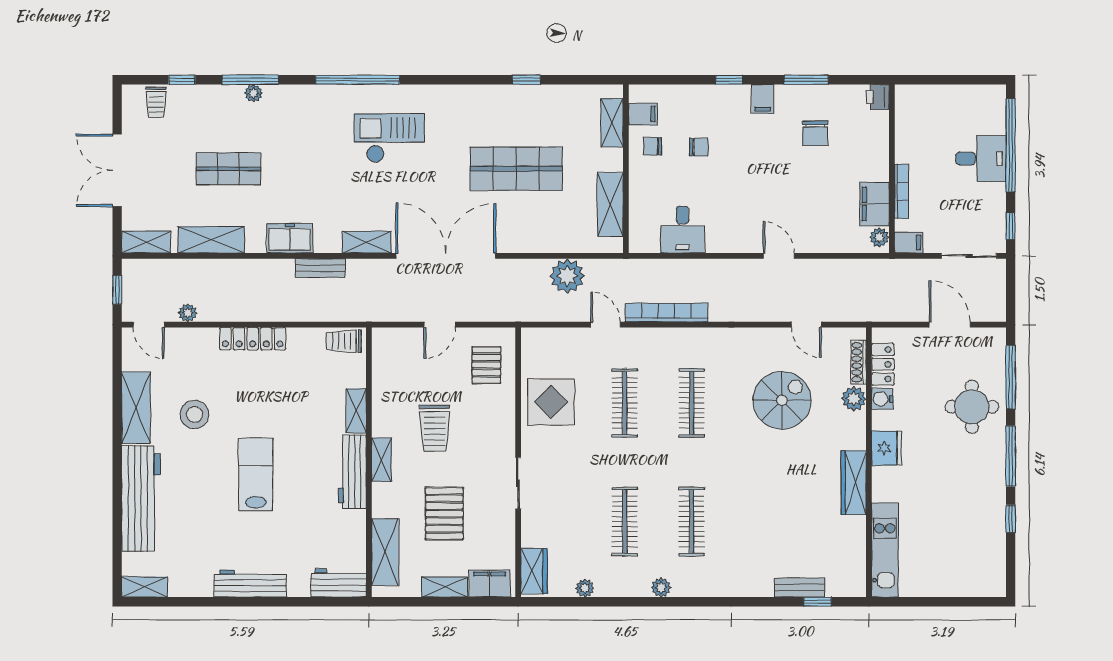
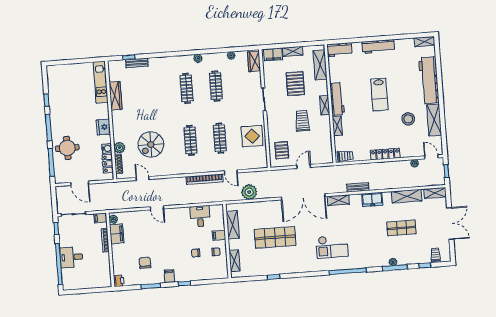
filing cabinet: (643, 114) -> (219, 235), moved
wardrobe: (854, 483) -> (115, 96), moved

